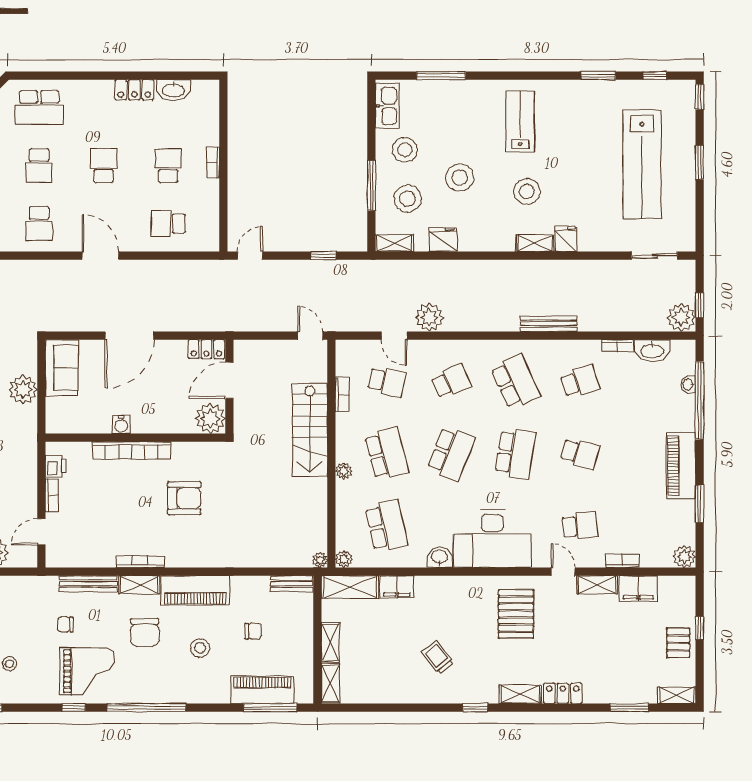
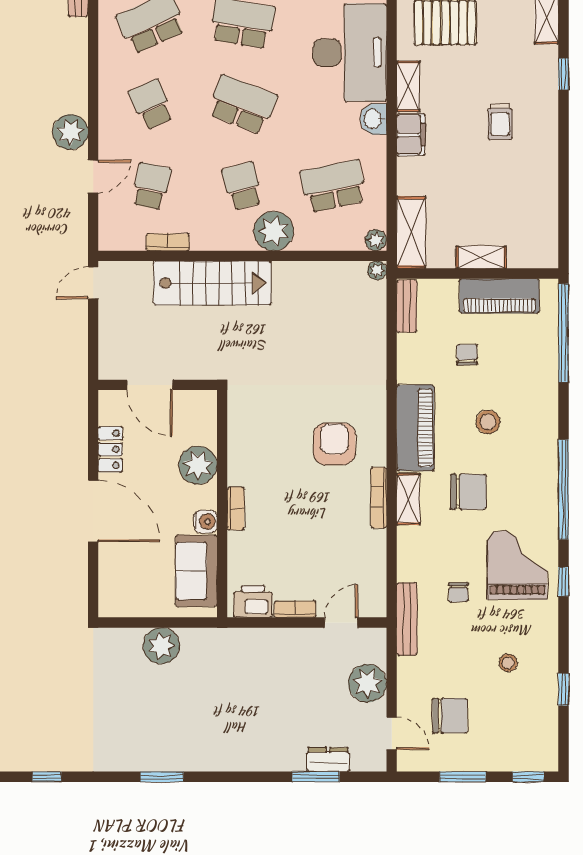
locker: (206, 349) -> (110, 449), moved
sofa: (62, 368) -> (196, 571), moved, turned -90
plant: (210, 418) -> (198, 465), moved
bookcase: (132, 450) -> (236, 509), width x0.43, depth x0.76
school desk: (387, 454) -> (242, 186), width x0.54
printer: (56, 466) -> (253, 602), width x1.36, depth x1.24
plant: (344, 471) -> (274, 231), width x1.88, depth x1.88
armchair: (184, 498) -> (334, 444), moved
door: (41, 532) -> (341, 623), swing flipped
bench: (88, 584) -> (407, 619), moved
filing cabinet: (397, 587) -> (411, 135), moved
trolley: (438, 657) -> (500, 121), turned -52
shelving: (330, 684) -> (408, 86), moved, turned 90
piano: (262, 690) -> (499, 296), moved, turned -90
window: (270, 708) -> (564, 333), width x1.46

